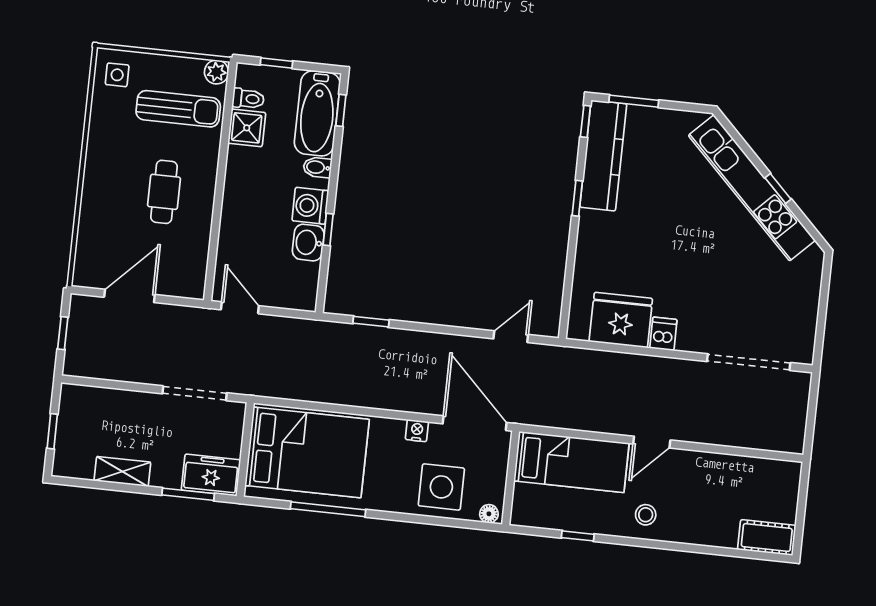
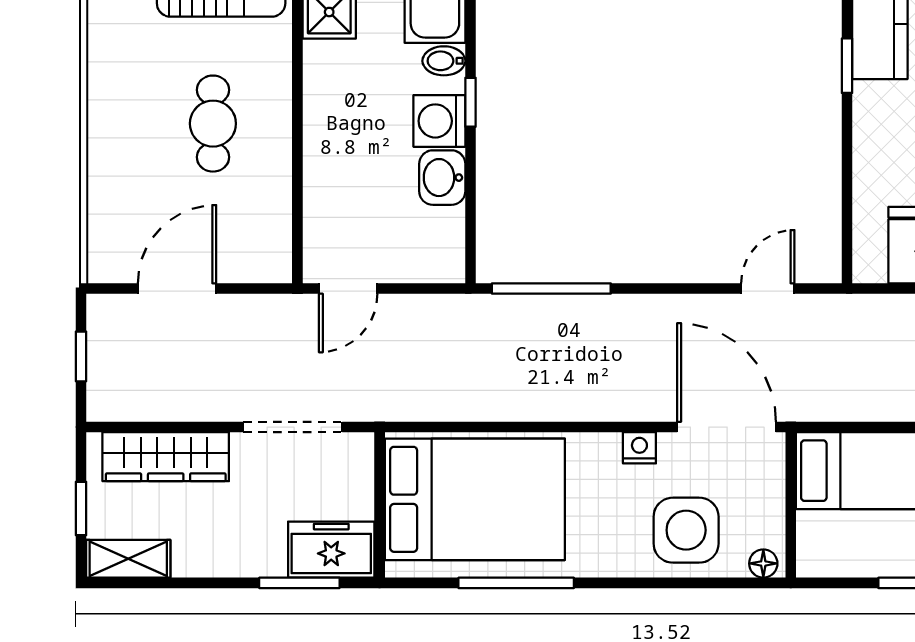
window: (328, 230) -> (470, 102), moved
door: (240, 308) -> (348, 289), swing flipped
window: (371, 322) -> (551, 289), width x2.17
wardrobe: (110, 404) -> (166, 457), added
shelving: (122, 472) -> (128, 559), moved

